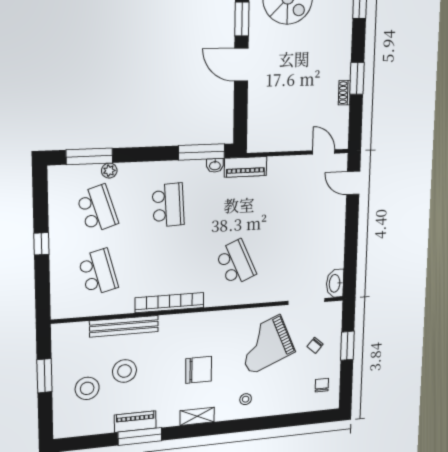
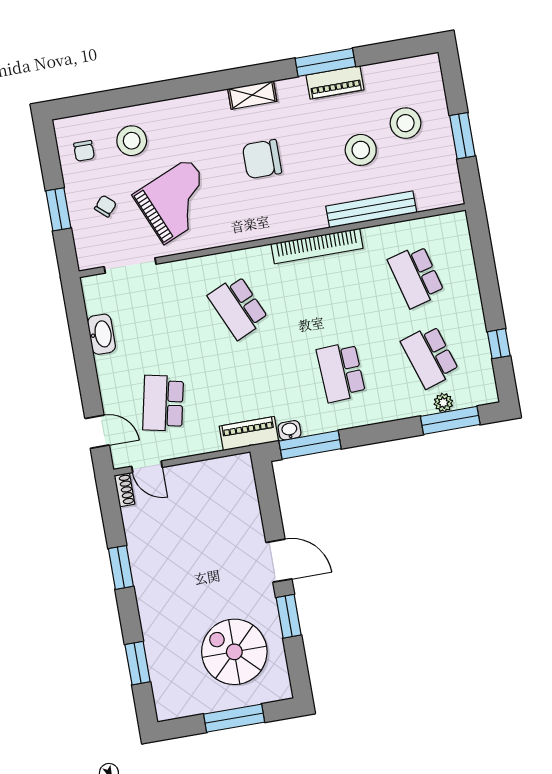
shoe rack: (344, 93) -> (124, 490), moved
plant: (109, 171) -> (443, 403), moved
school desk: (303, 198) -> (163, 403), added
window: (41, 244) -> (499, 344), moved
washbasin: (335, 283) -> (101, 334), moved
stool: (246, 399) -> (132, 141), moved, width x1.89, depth x1.89

